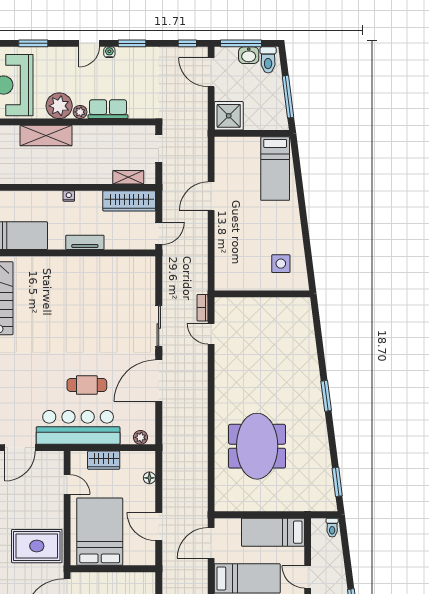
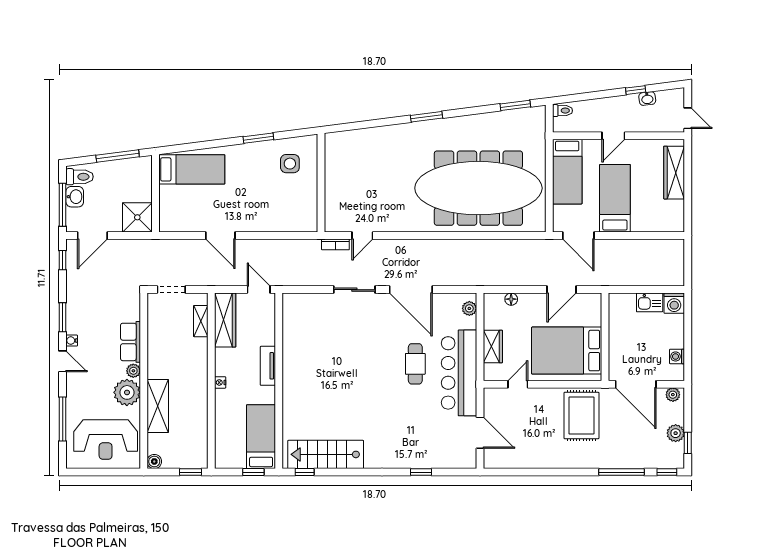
window: (33, 43) -> (63, 419), width x1.44
window: (305, 233) -> (258, 138), added
meeting table: (257, 446) -> (478, 188), width x1.86, depth x1.27

